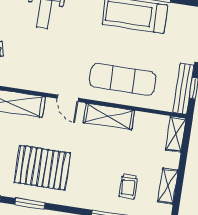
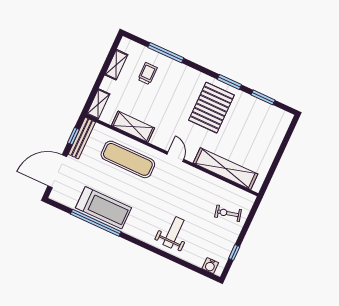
shelving: (109, 116) -> (133, 127), moved
pallet: (42, 168) -> (211, 108), turned 90

